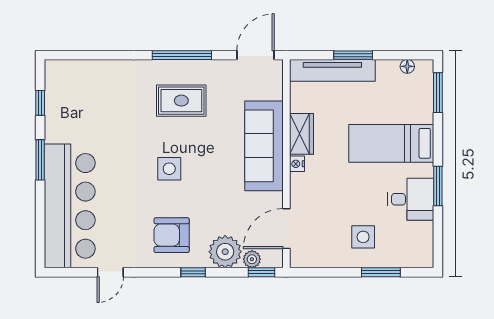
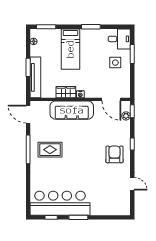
rug: (181, 101) -> (50, 150), turned 90
side table: (169, 169) -> (83, 156), removed
desk: (411, 199) -> (119, 39), moved, turned 90
bar counter: (70, 206) -> (60, 203), moved
armchair: (172, 235) -> (114, 154), turned 180
plant: (225, 252) -> (122, 129), removed

